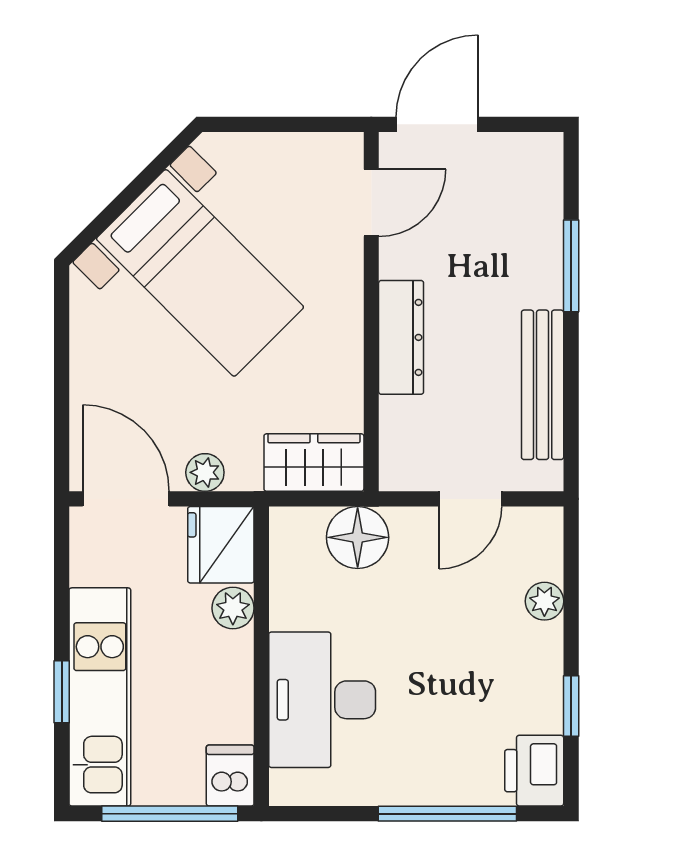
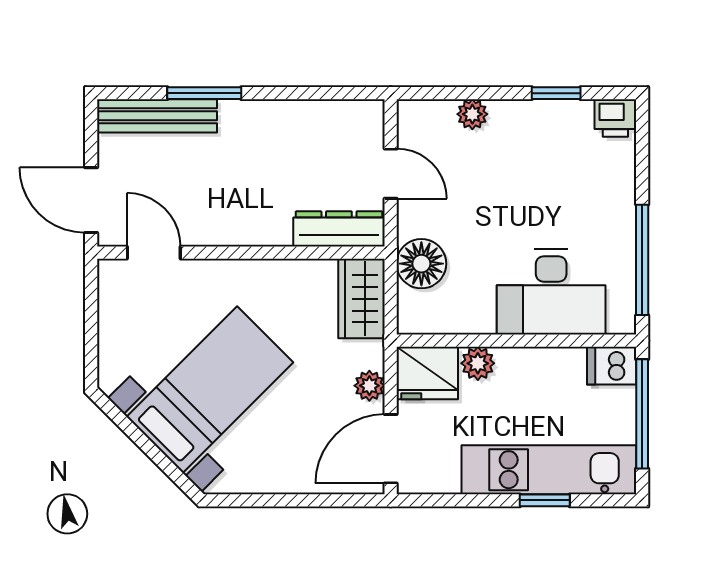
dresser: (401, 337) -> (339, 229), moved
bench: (543, 385) -> (157, 116), moved
printer: (534, 771) -> (615, 118), width x0.73, depth x0.81
window: (447, 814) -> (642, 260), moved

